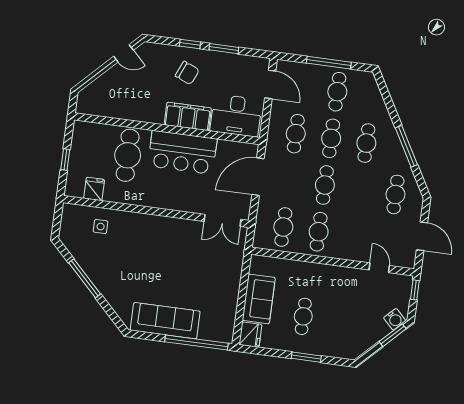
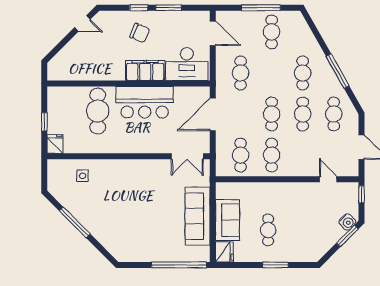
cafe table: (331, 138) -> (303, 114), moved
fridge: (94, 189) -> (55, 144), moved
sofa: (165, 321) -> (198, 216), moved, turned -90

